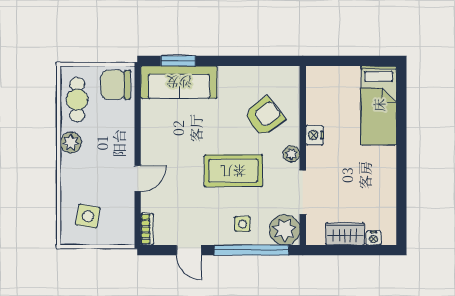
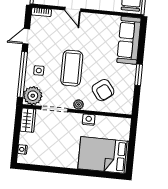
window: (178, 61) -> (139, 75), moved
bed: (379, 105) -> (103, 155), width x1.50
wardrobe: (345, 234) -> (28, 120), moved

